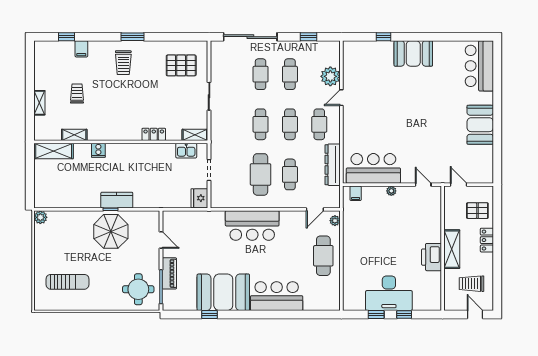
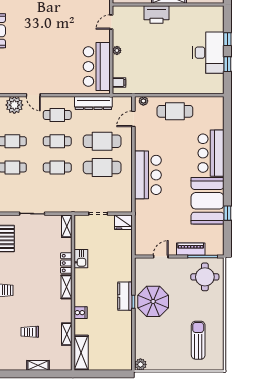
shelving: (127, 135) -> (66, 287), added
kitchen sink: (186, 151) -> (81, 259), moved
cafe table: (290, 174) -> (102, 141), width x1.37, depth x1.35
door: (315, 209) -> (133, 119), swing flipped
printer: (432, 257) -> (156, 14), moved

